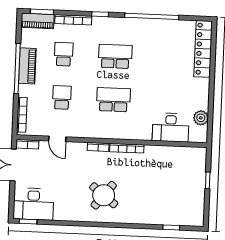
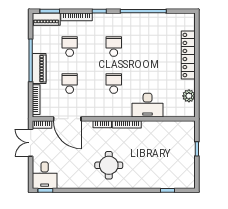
locker: (203, 49) -> (188, 55), moved
school desk: (115, 56) -> (114, 47), width x0.54
piano: (27, 66) -> (39, 69), moved
school desk: (113, 100) -> (114, 83), width x0.54
desk: (171, 127) -> (148, 105), moved
door: (57, 139) -> (67, 119), width x1.87
round table: (104, 195) -> (109, 165), turned -38
desk: (33, 204) -> (45, 175), width x0.73

